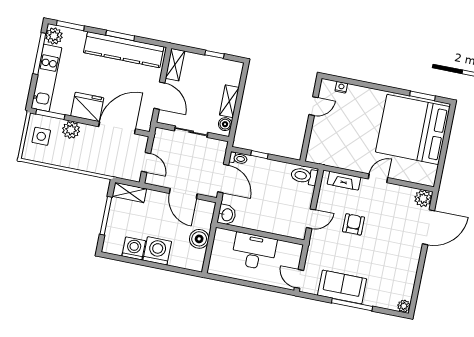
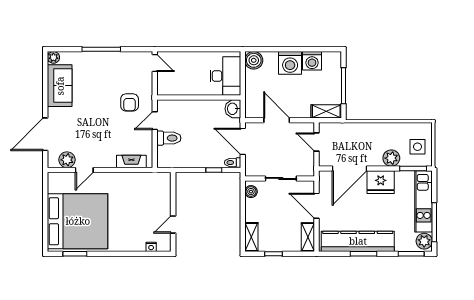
shelving: (229, 101) -> (251, 237), moved
toilet: (304, 176) -> (169, 138), moved
door: (378, 178) -> (84, 170), moved
plant: (423, 198) -> (67, 160), moved
armchair: (354, 224) -> (130, 102), moved
boiler: (199, 239) -> (254, 60), moved
desk: (254, 251) -> (225, 76), moved, turned -90
sofa: (342, 287) -> (60, 86), moved, turned -90

